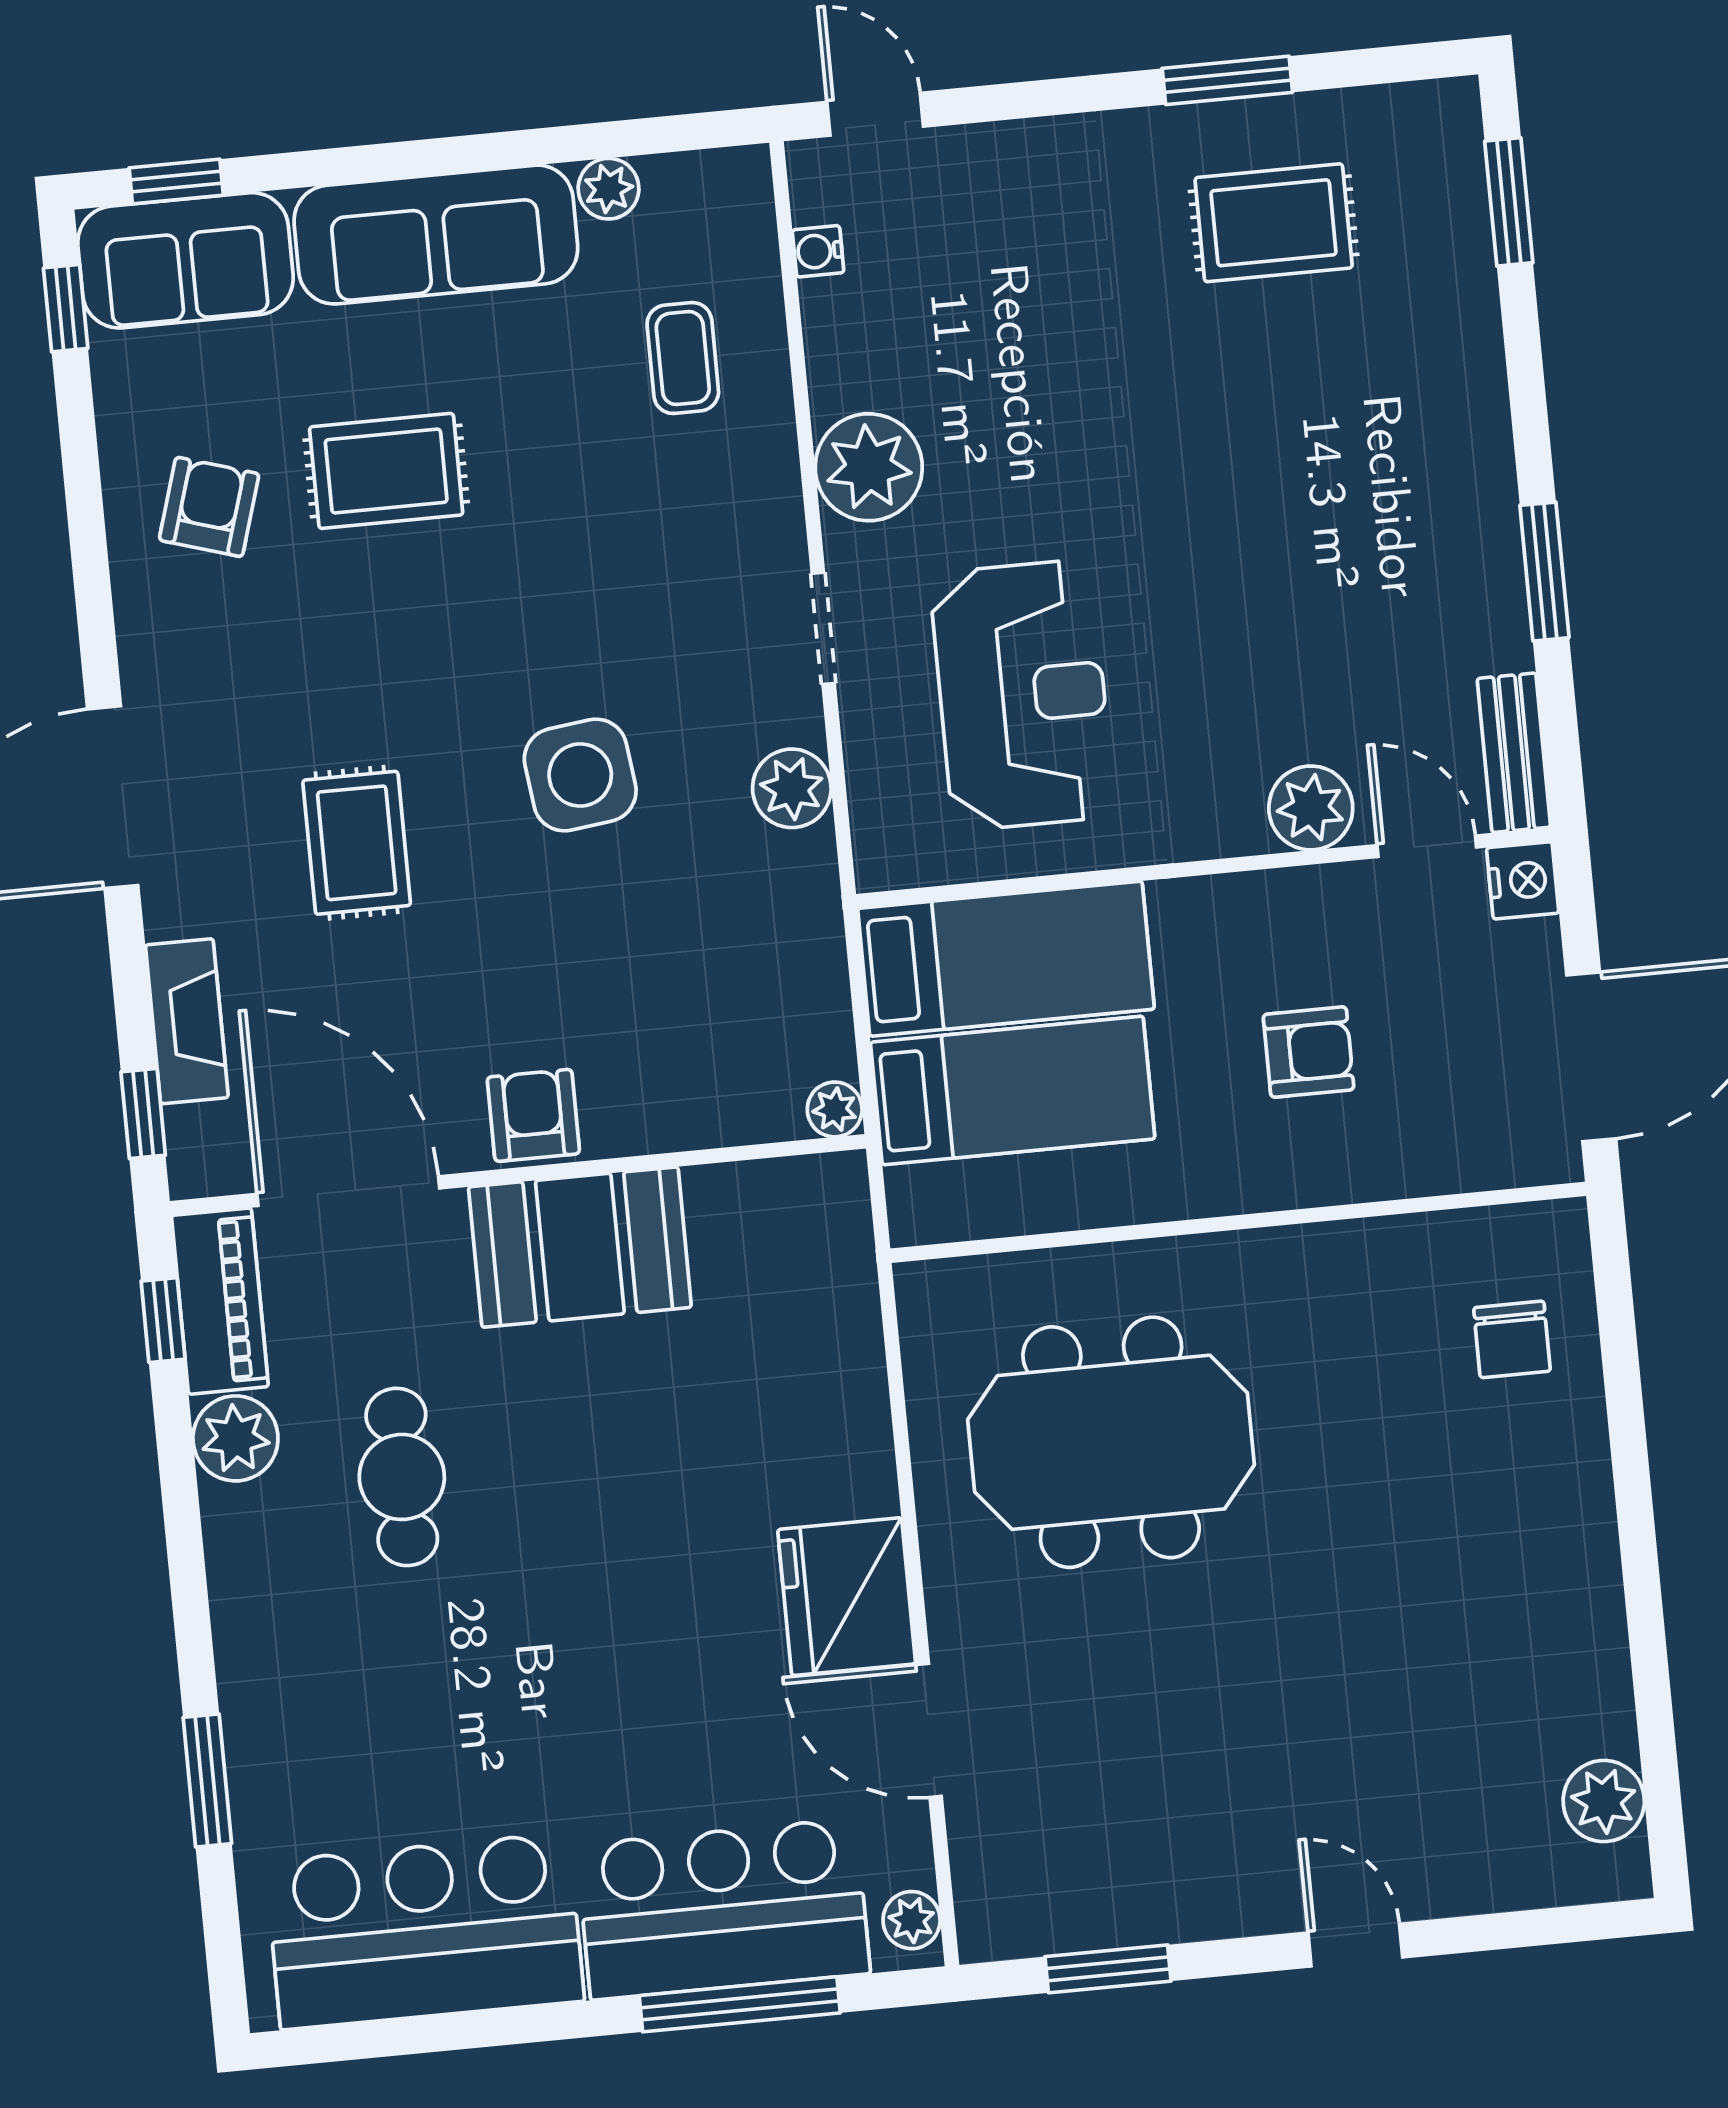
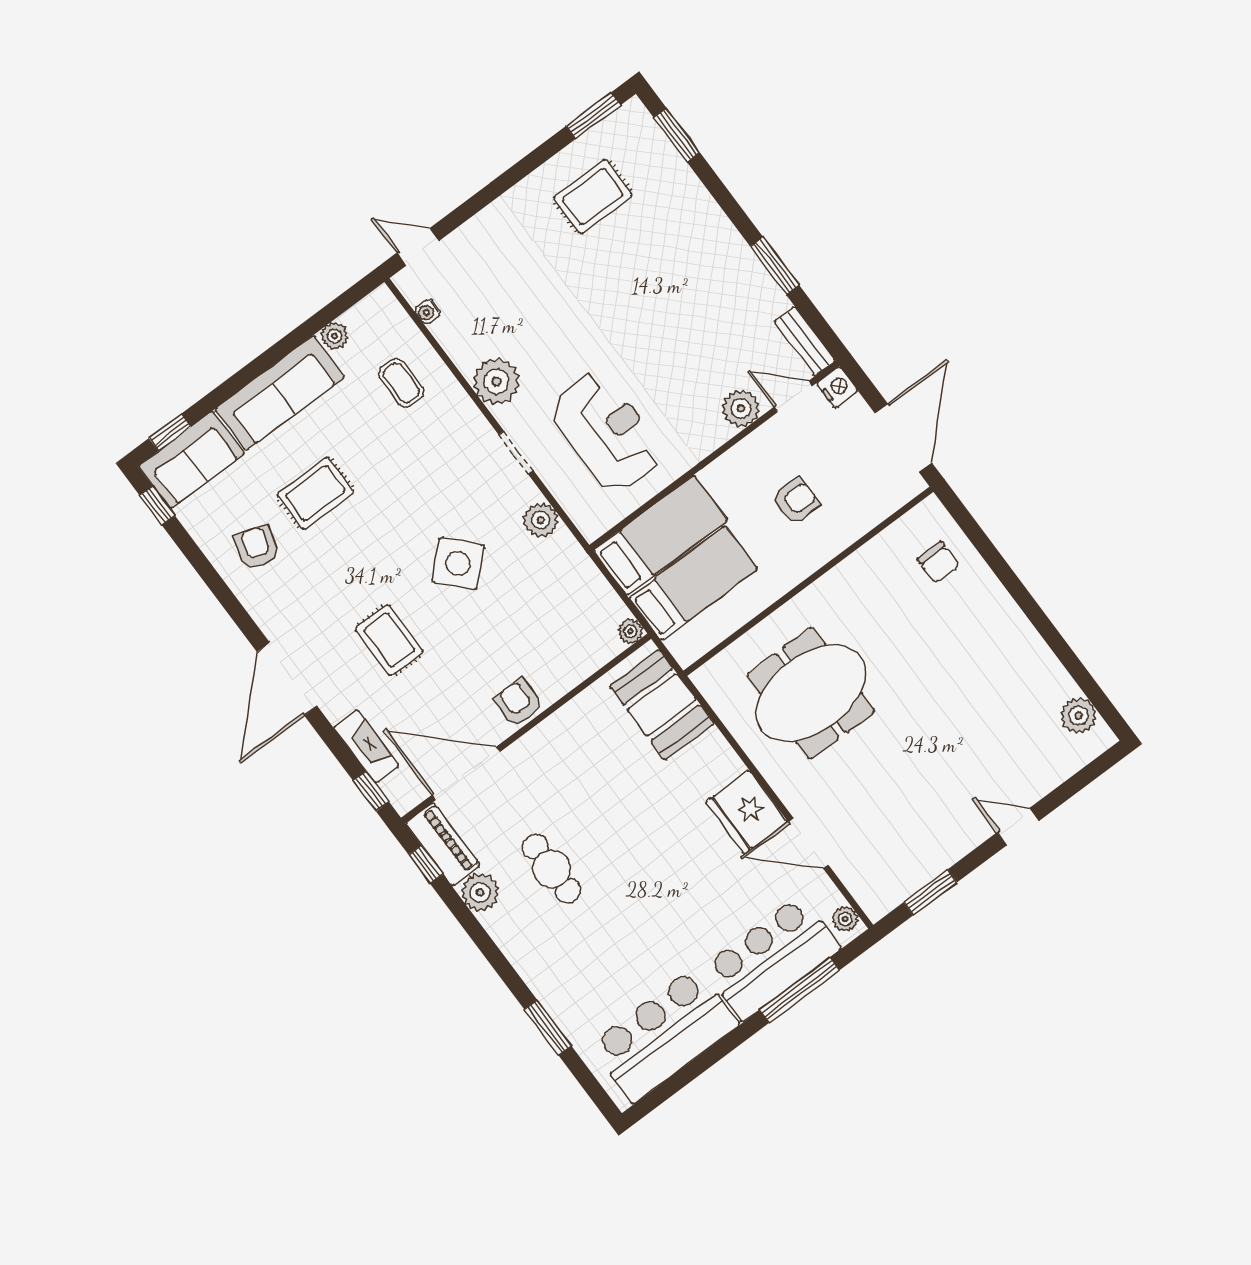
window: (1227, 80) -> (593, 116), moved
side table: (580, 775) -> (458, 563), turned -36
booth: (580, 1247) -> (662, 705), moved, turned 90

